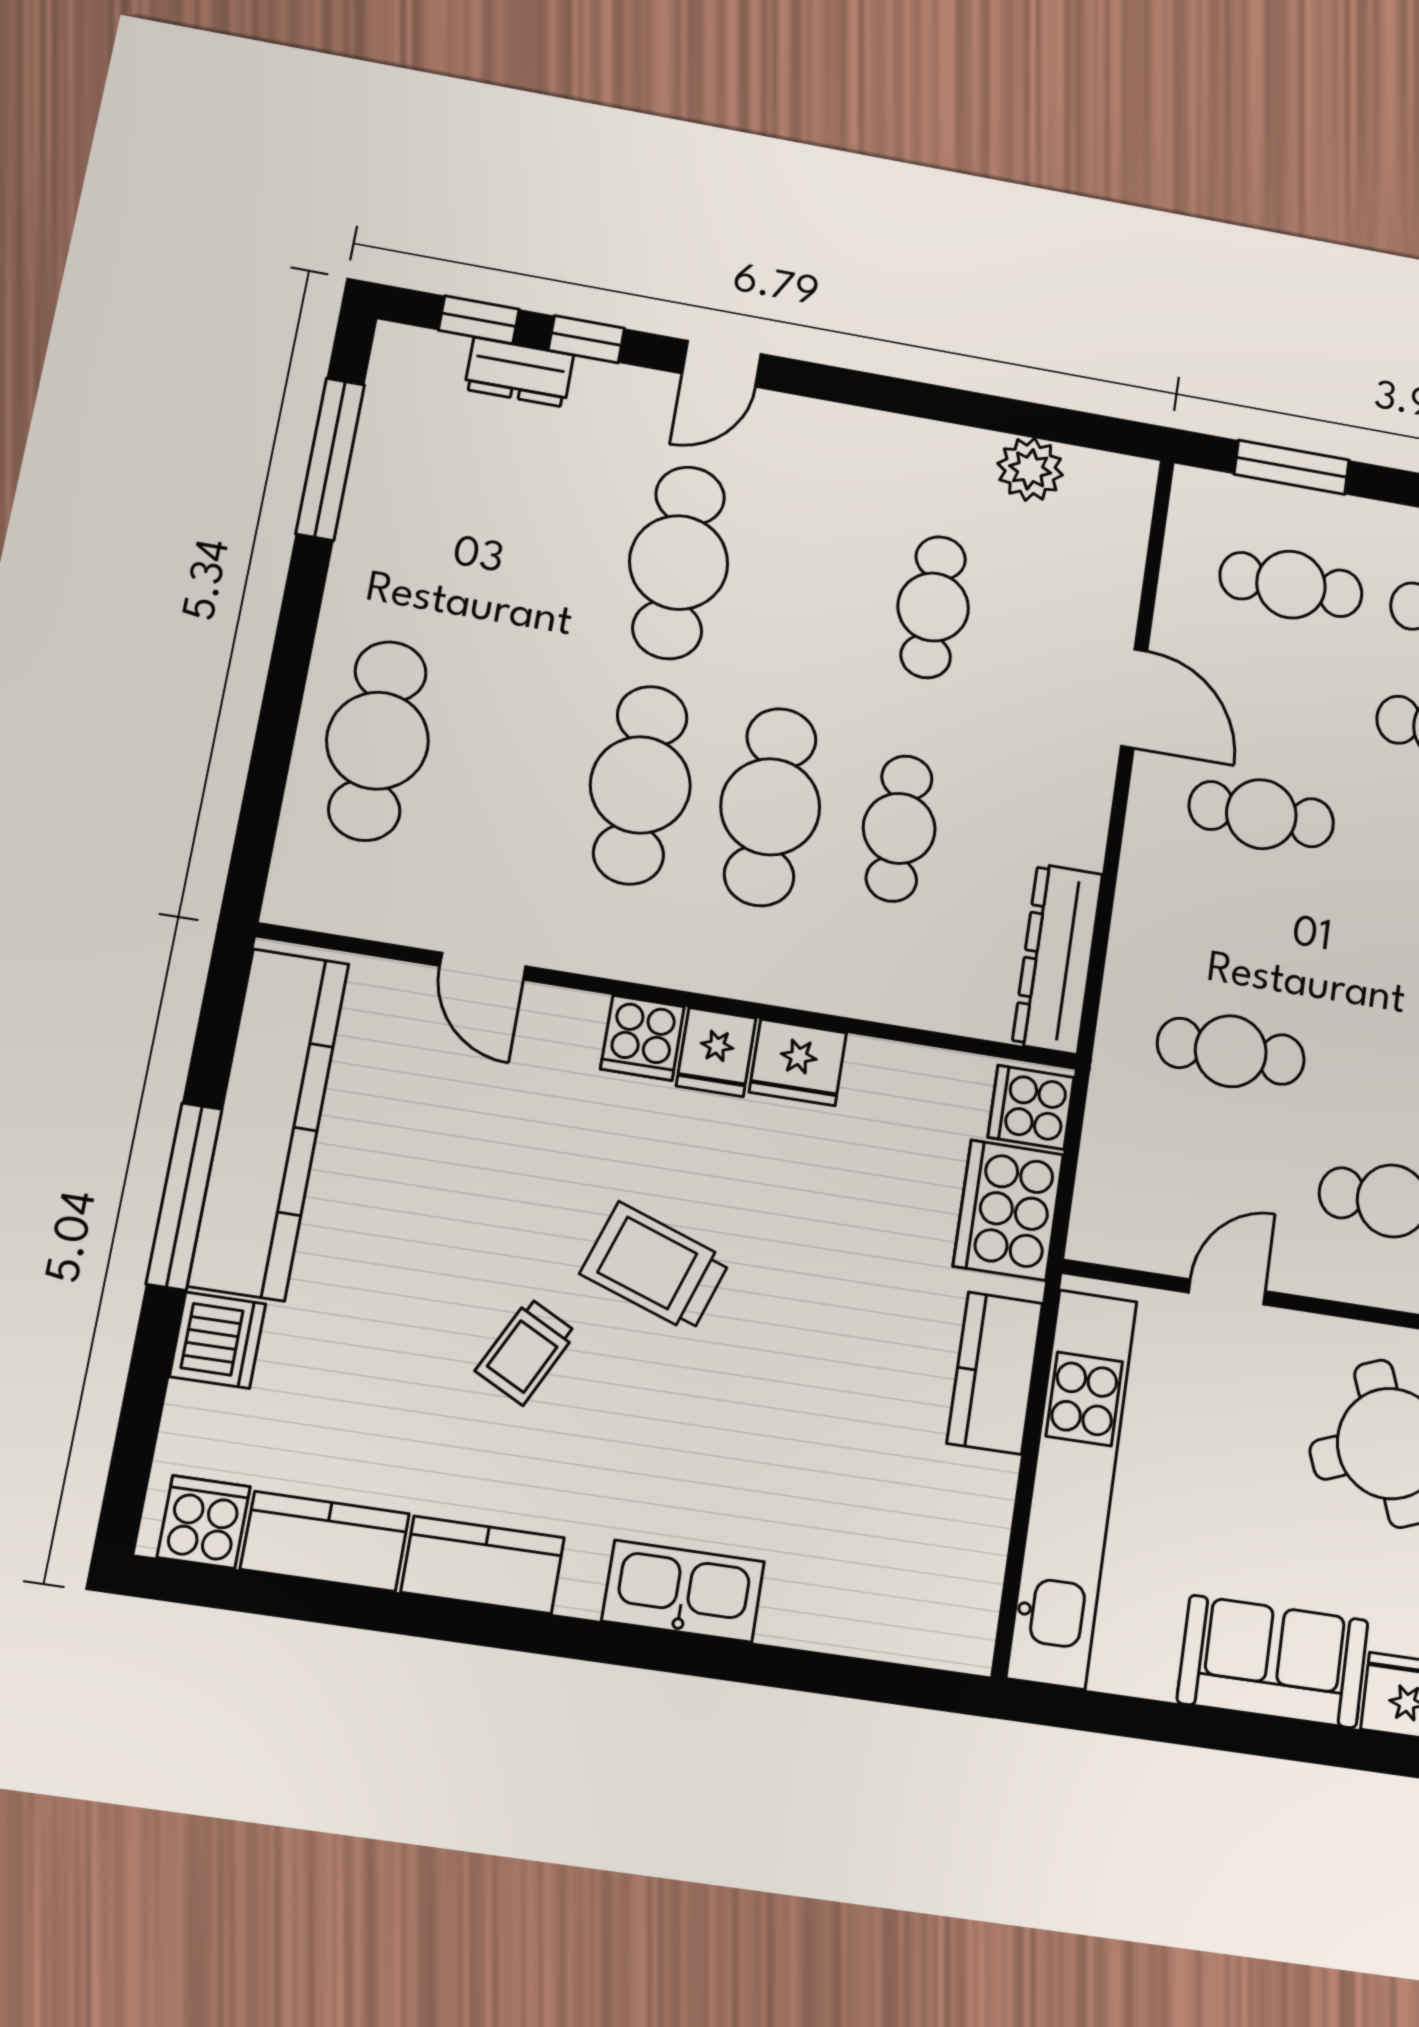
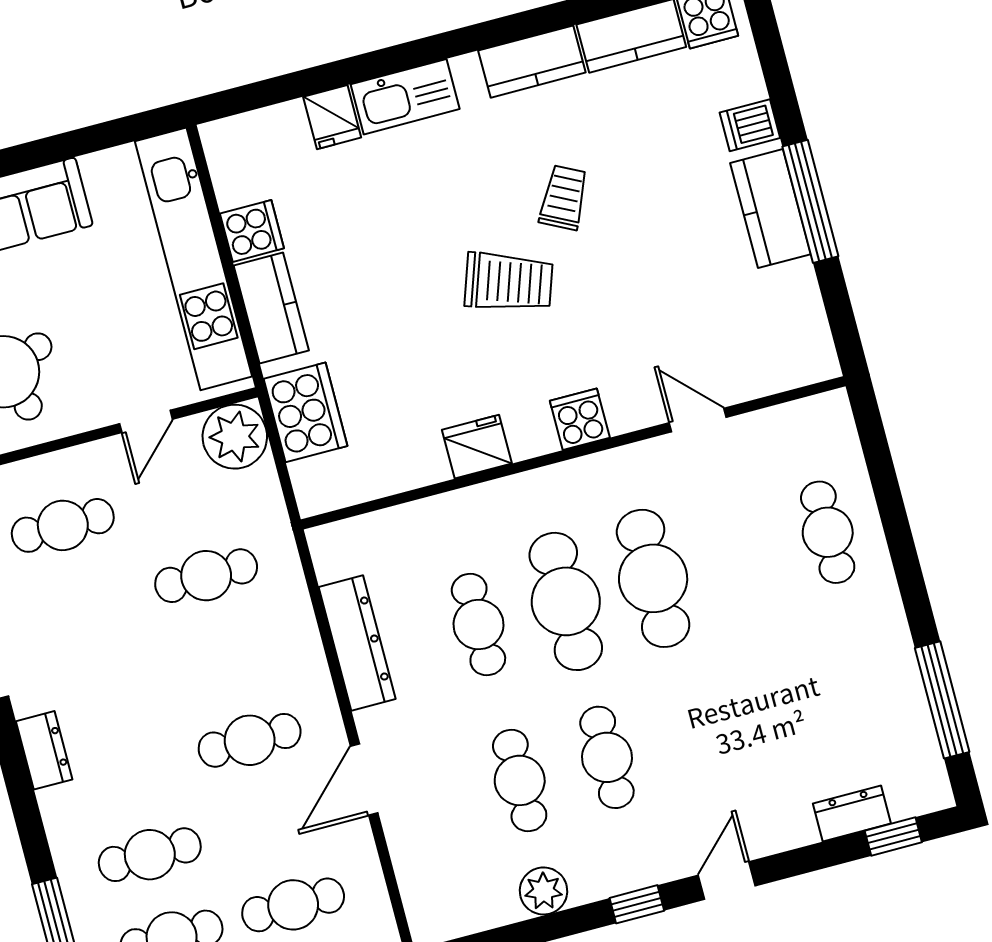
window: (586, 339) -> (637, 904), moved
plant: (1030, 469) -> (544, 891), moved
cafe table: (679, 562) -> (607, 757), moved, width x0.73, depth x0.74
door: (1134, 698) -> (364, 780), hinge flipped
cafe table: (377, 741) -> (828, 532), width x0.73, depth x0.74
dresser: (1057, 959) -> (357, 643), moved
fridge: (716, 1052) -> (332, 117), moved, turned 180
cooker: (1031, 1107) -> (252, 231), moved
kitchen counter: (269, 1123) -> (770, 209), width x0.48, depth x0.86
plant: (1117, 1219) -> (235, 437), added
dishwasher: (218, 1340) -> (750, 125), width x0.73

